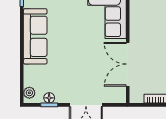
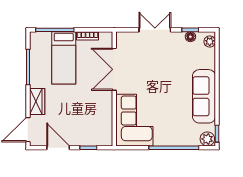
double door: (128, 64) -> (114, 69), swing flipped

